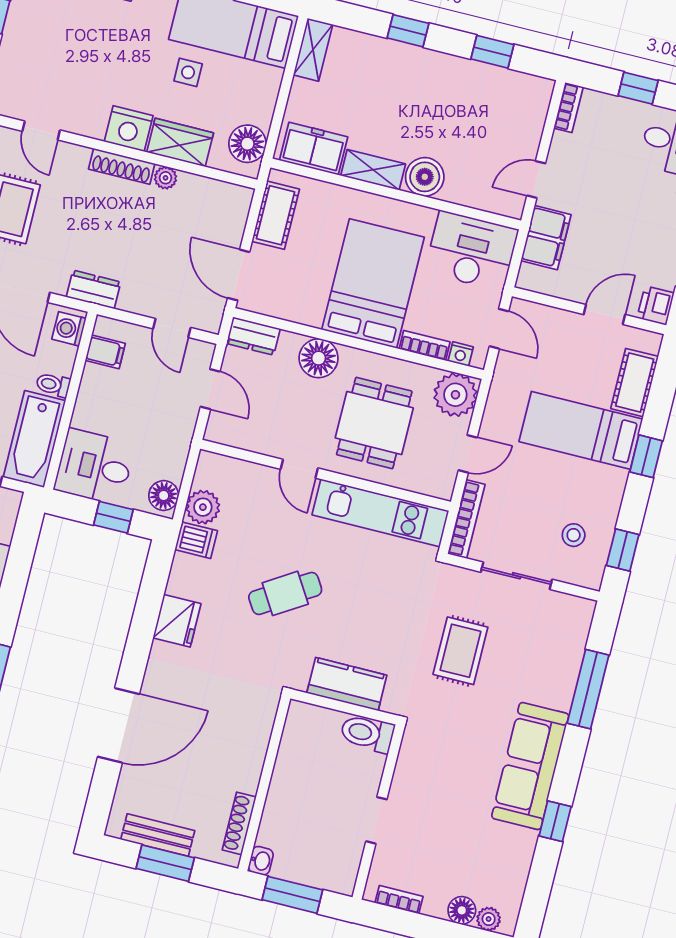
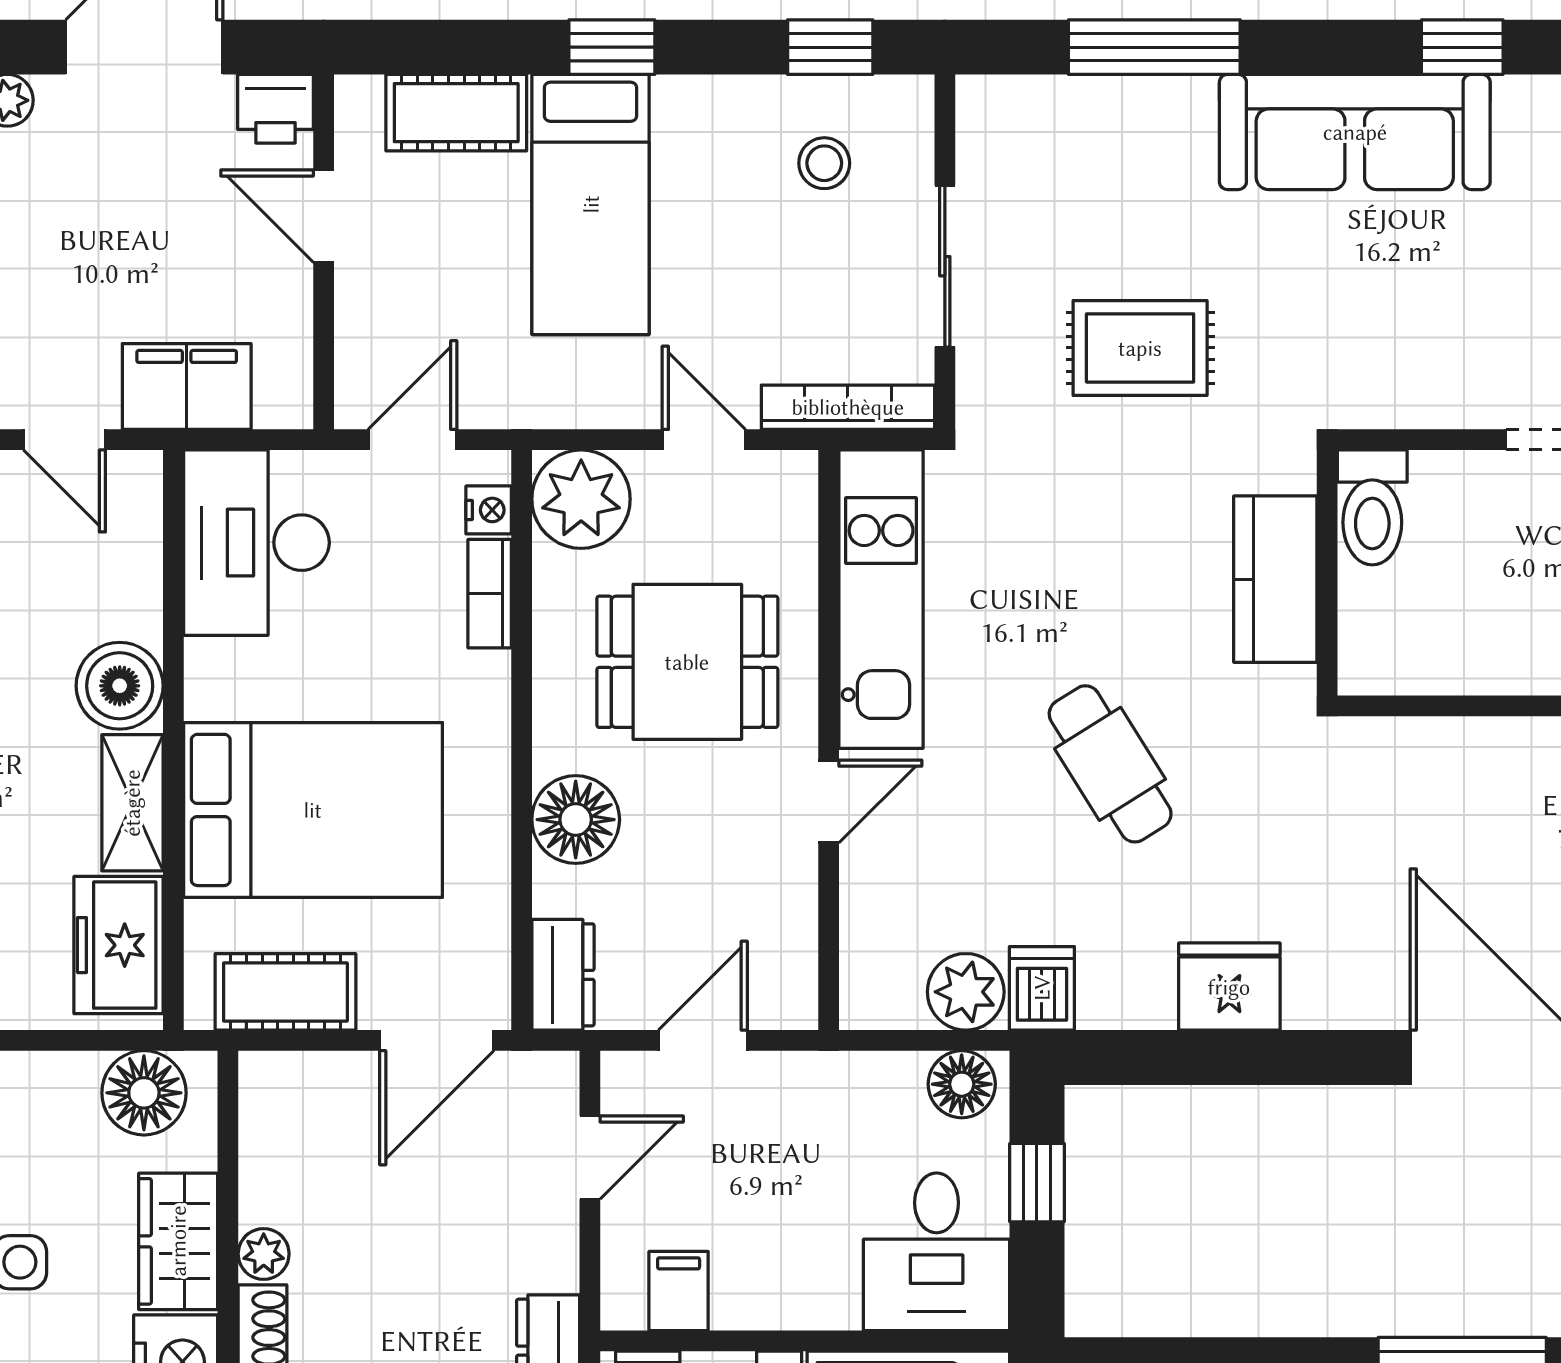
bed: (373, 283) -> (313, 810), moved, turned 180

